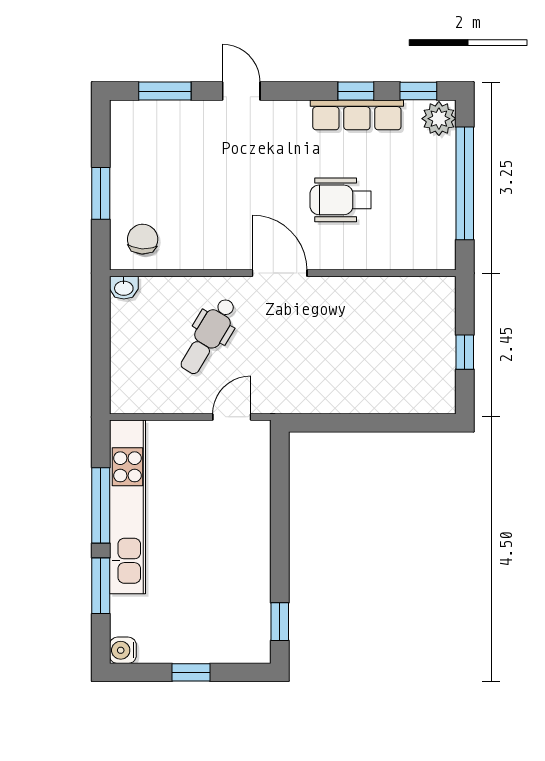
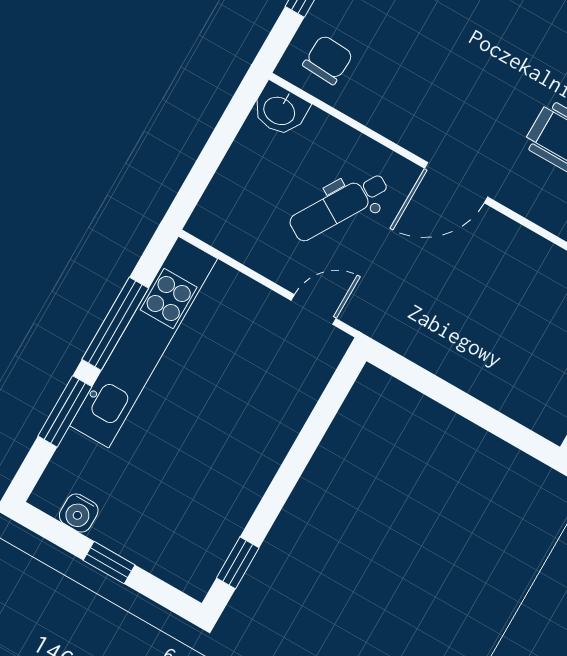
door: (280, 273) -> (456, 183), swing flipped
washbasin: (124, 288) -> (280, 110), width x1.38, depth x1.45
water cooler: (123, 650) -> (79, 513), moved, turned -90

